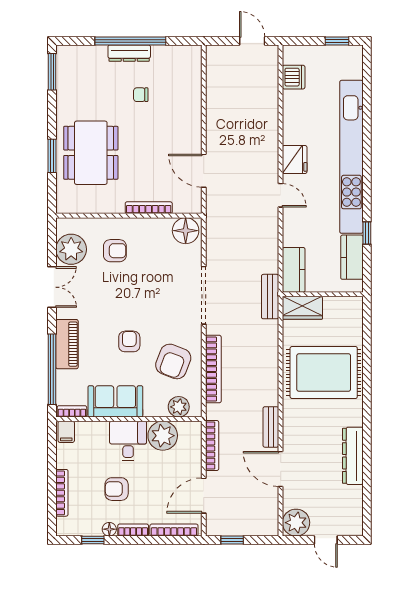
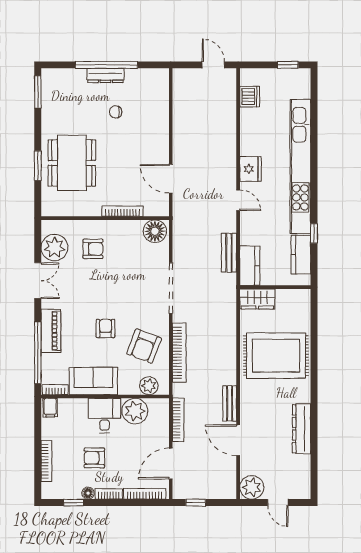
bench: (270, 297) -> (229, 253), moved

